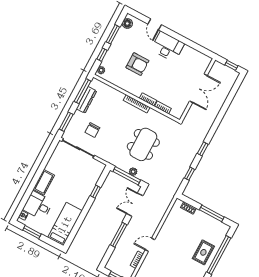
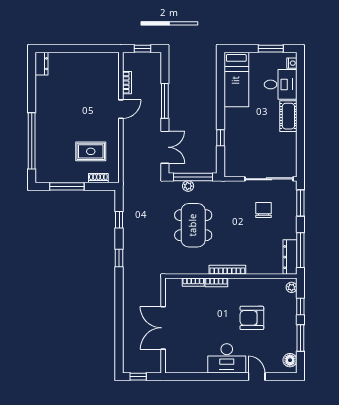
dresser: (86, 100) -> (290, 257), moved
rug: (203, 252) -> (91, 151), moved, turned 90

